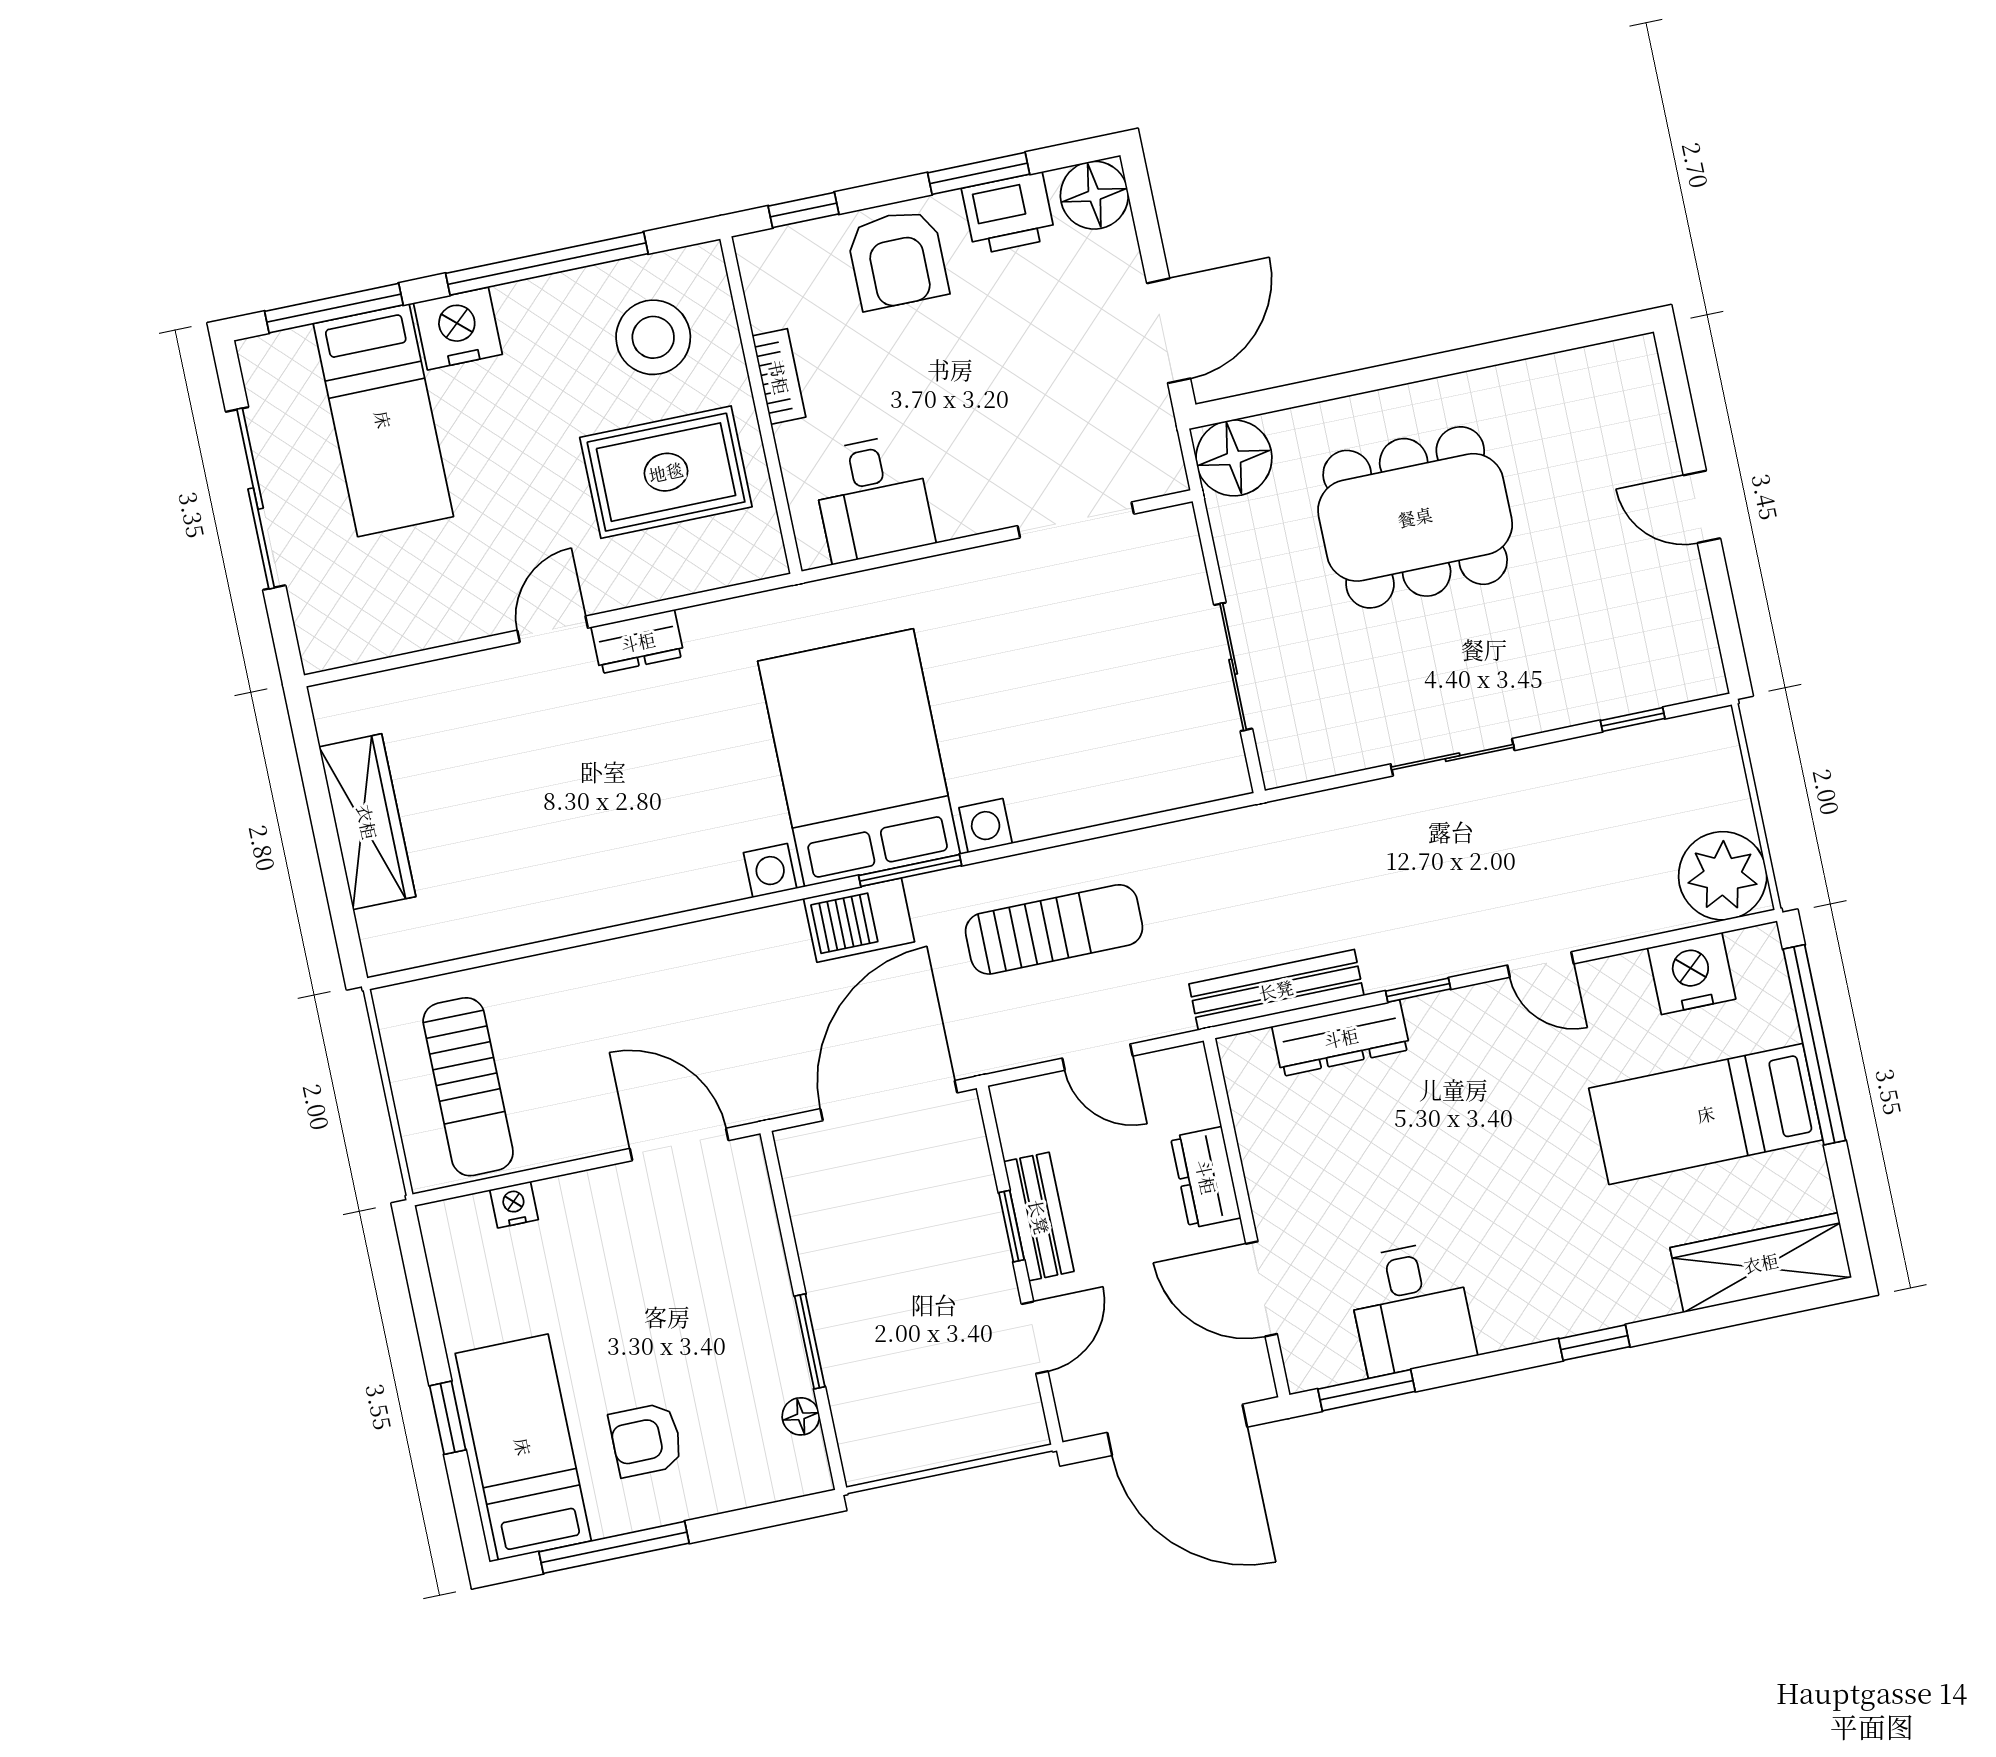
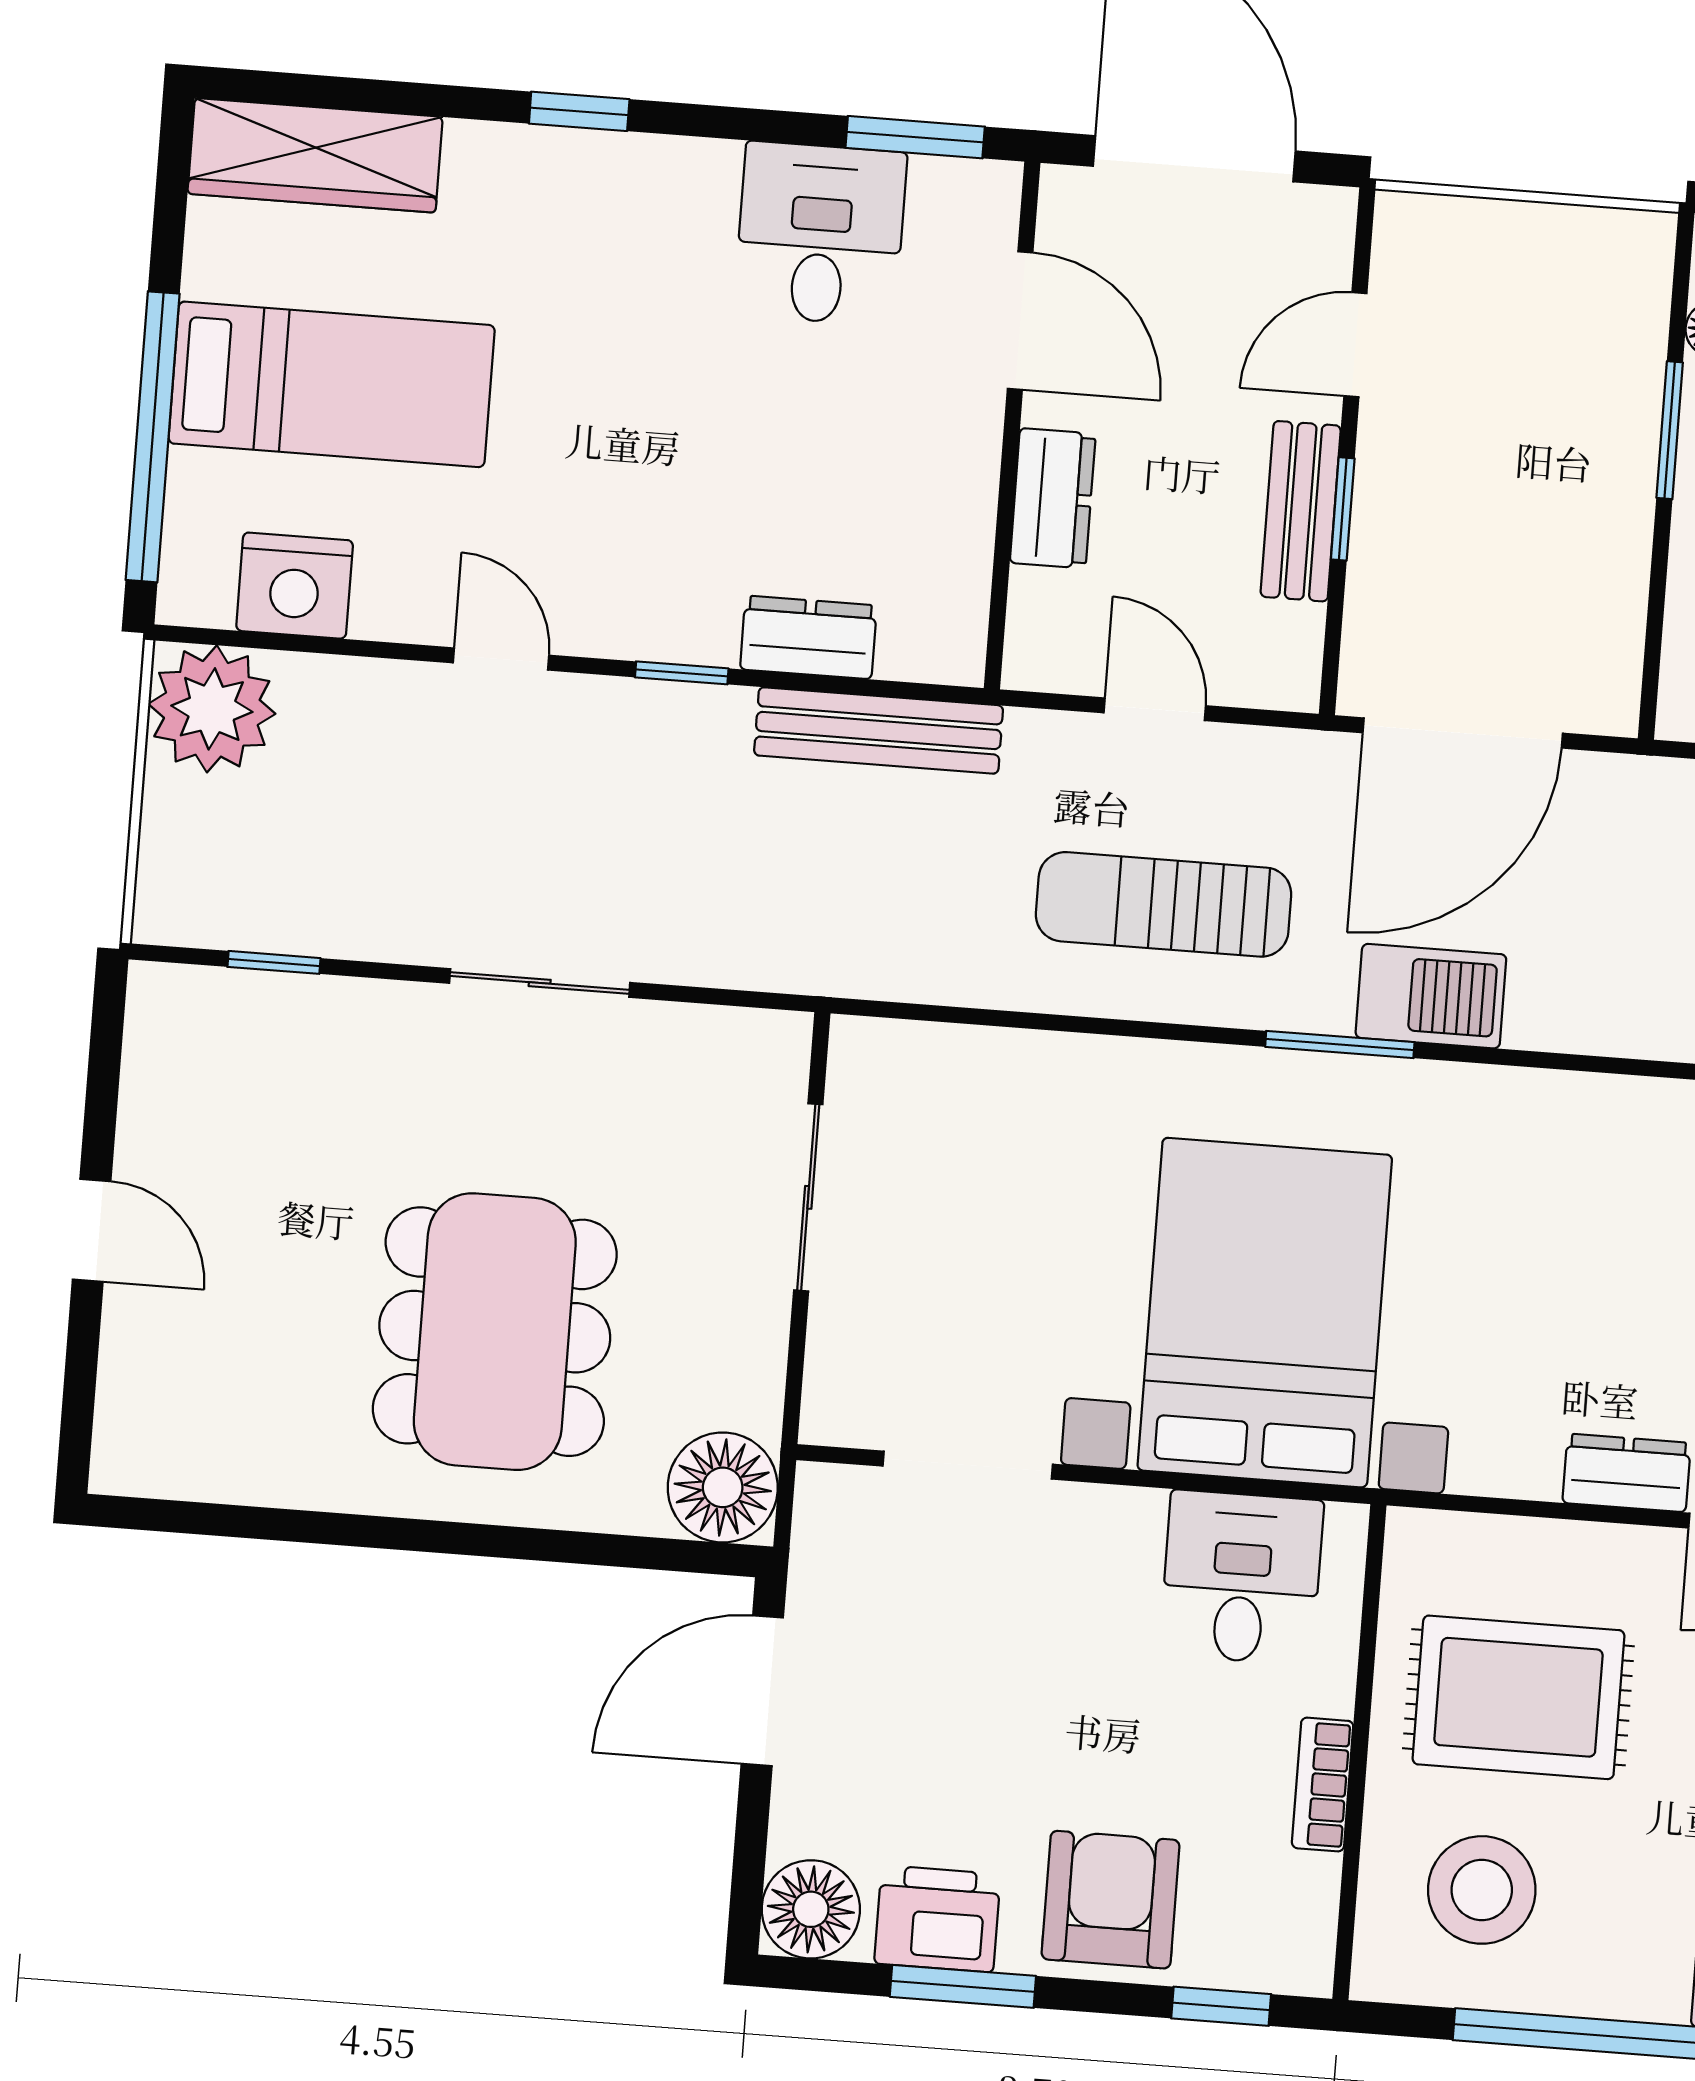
dining table: (1415, 517) -> (495, 1332), turned 90
bed with nightstands: (859, 758) -> (1265, 1313), moved, turned 180
dresser: (1341, 1038) -> (808, 637), width x0.70

